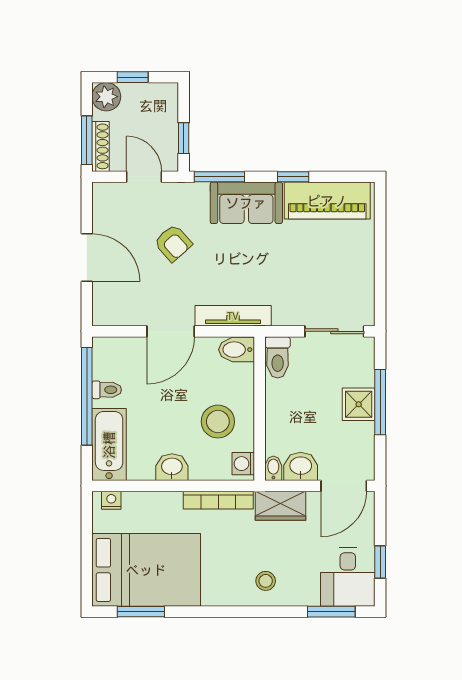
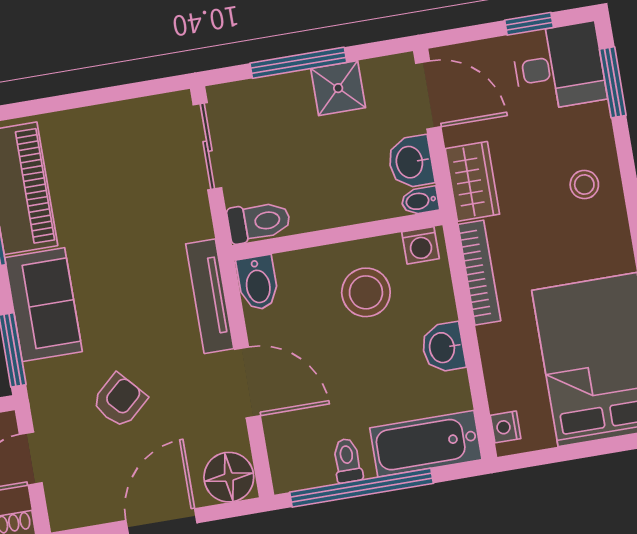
floor lamp: (109, 308) -> (229, 477), added
shower: (359, 404) -> (338, 88), moved

